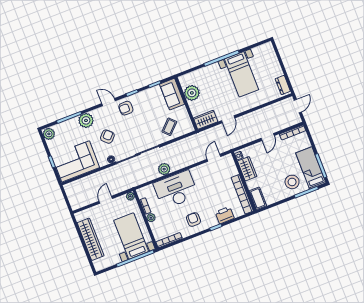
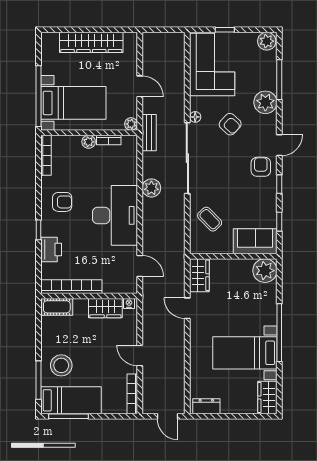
wardrobe: (263, 50) -> (267, 397), added
plant: (192, 93) -> (265, 271), moved
bench: (131, 183) -> (149, 133), added
desk: (176, 190) -> (115, 215), moved

